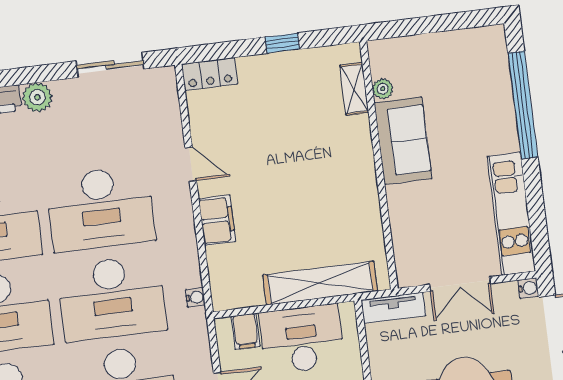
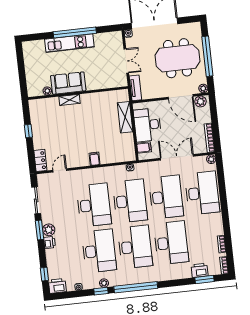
window: (37, 74) -> (39, 230), added
shelving: (354, 89) -> (70, 100), moved
window: (523, 105) -> (75, 32), moved
door: (191, 164) -> (60, 170), moved
kitchen unit: (511, 214) -> (69, 43), moved
filing cabinet: (217, 220) -> (94, 159), width x0.50
shelving: (320, 283) -> (125, 117), width x0.68

